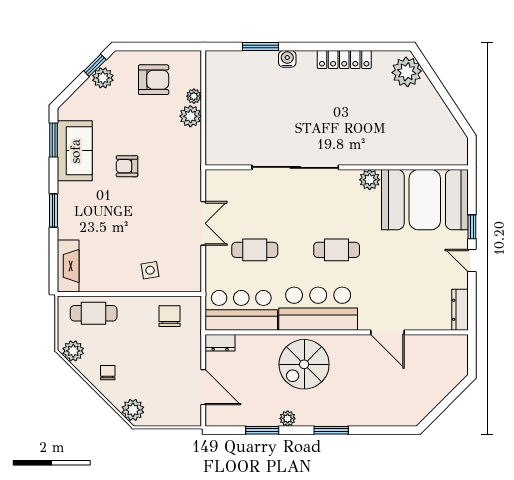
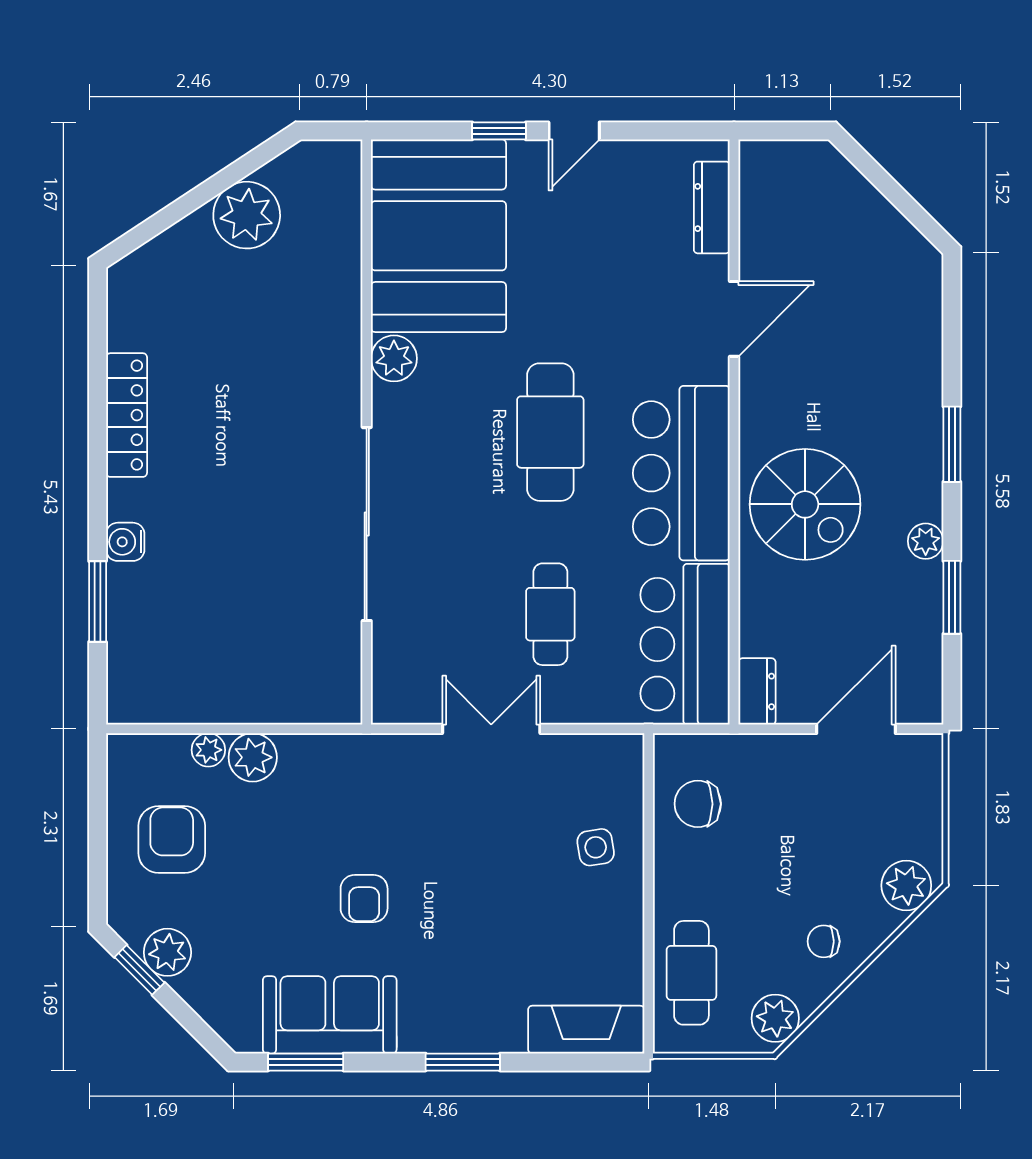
plant: (407, 72) -> (247, 215), moved
cafe table: (337, 250) -> (550, 432), width x1.37, depth x1.35
dresser: (460, 310) -> (712, 207), moved, turned 90

